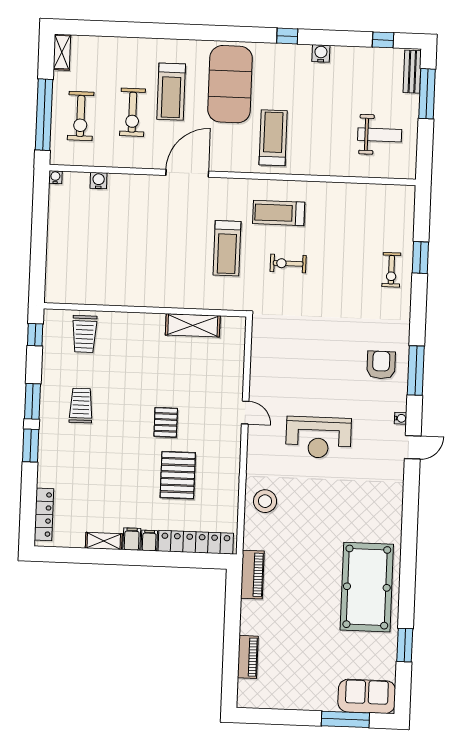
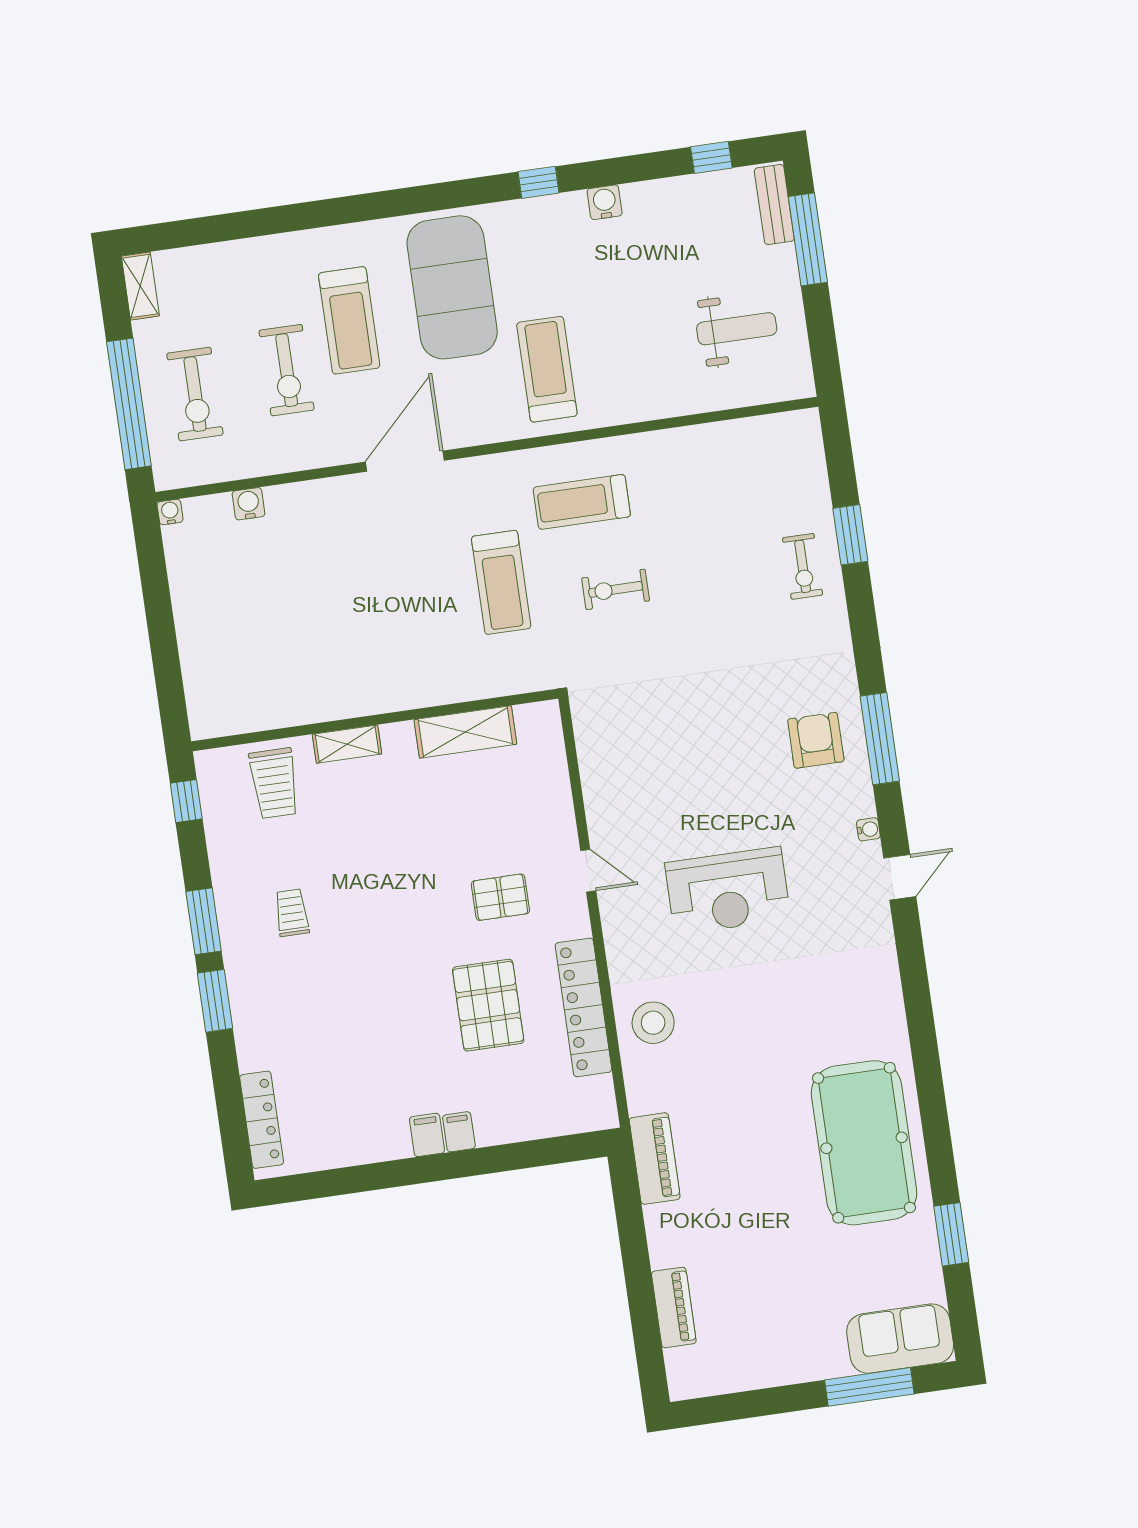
trolley: (81, 406) -> (292, 913), width x0.73, depth x0.72
pallet: (166, 422) -> (500, 897), moved, turned 90
shelving: (104, 541) -> (347, 744), moved
locker: (196, 542) -> (583, 1007), moved, turned -90

